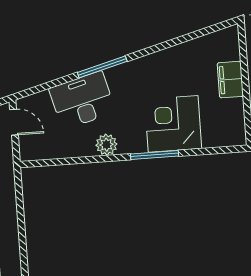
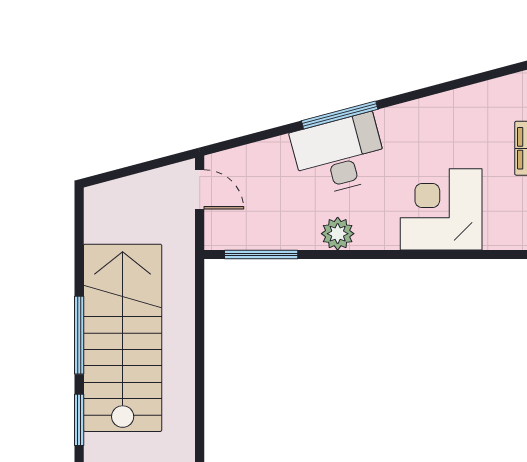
desk: (82, 100) -> (339, 155), moved
window: (155, 155) -> (261, 255), moved

